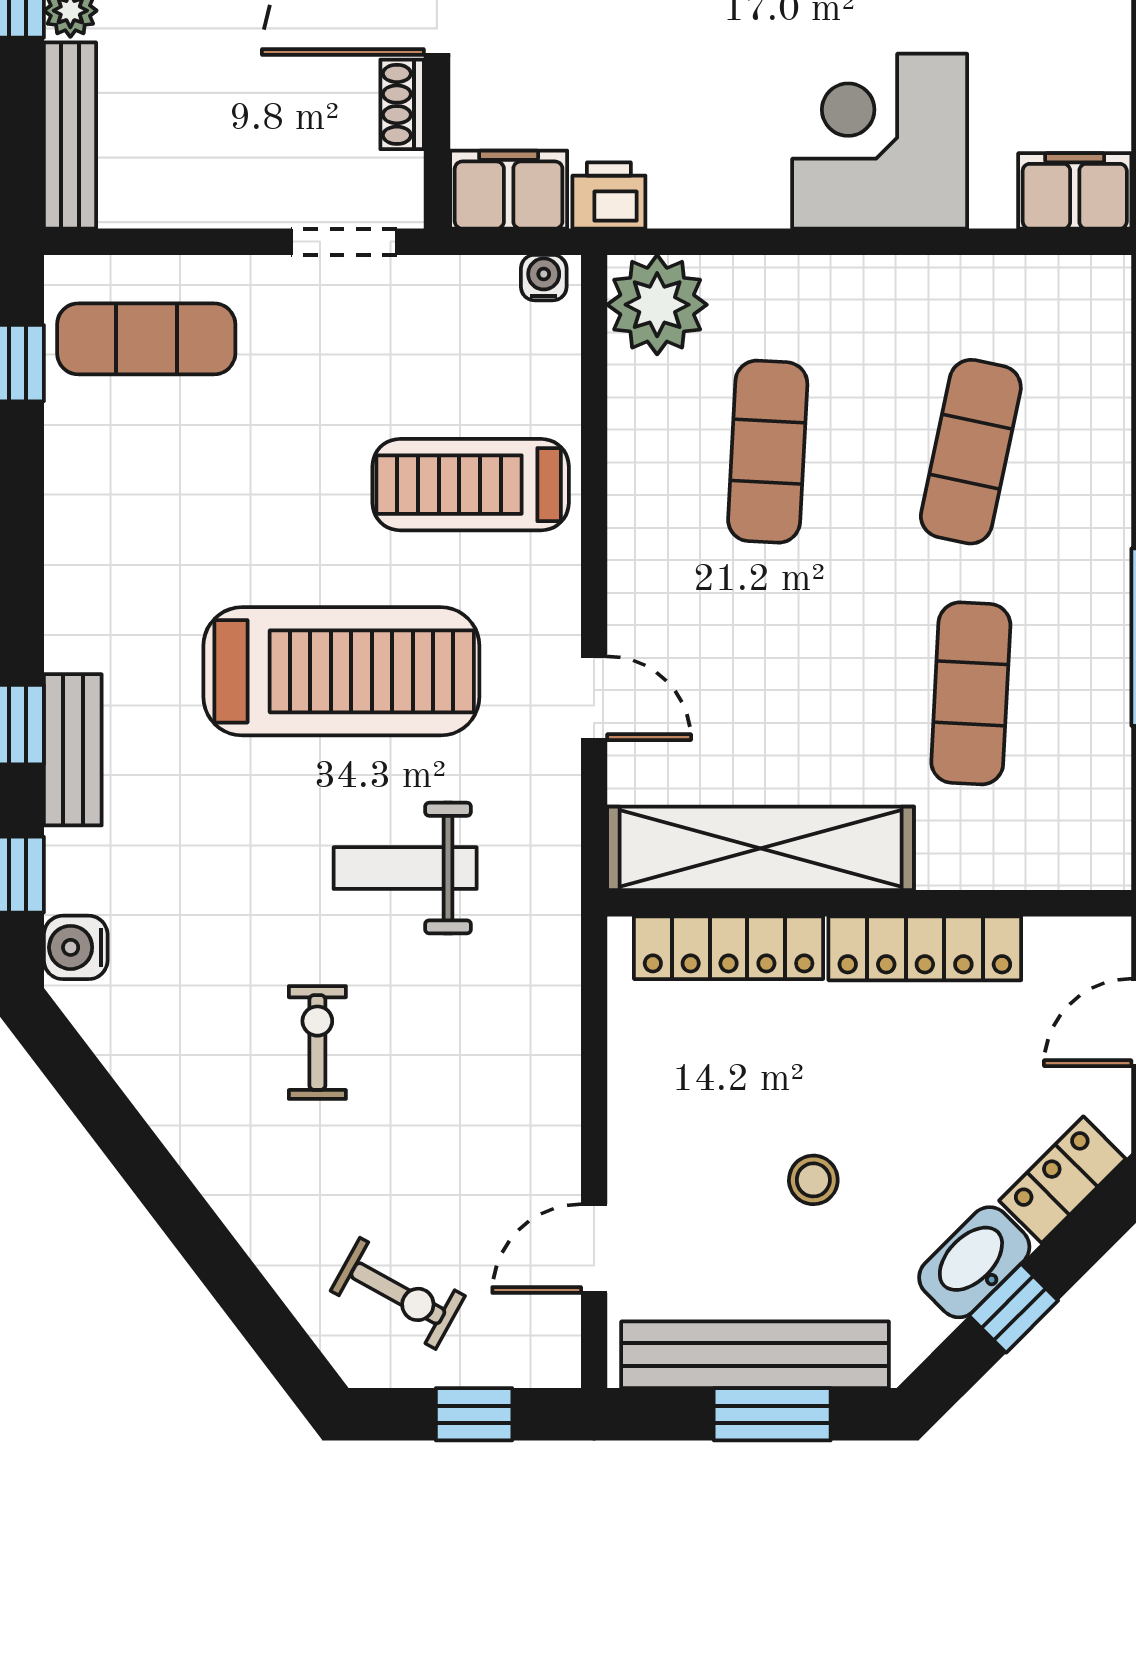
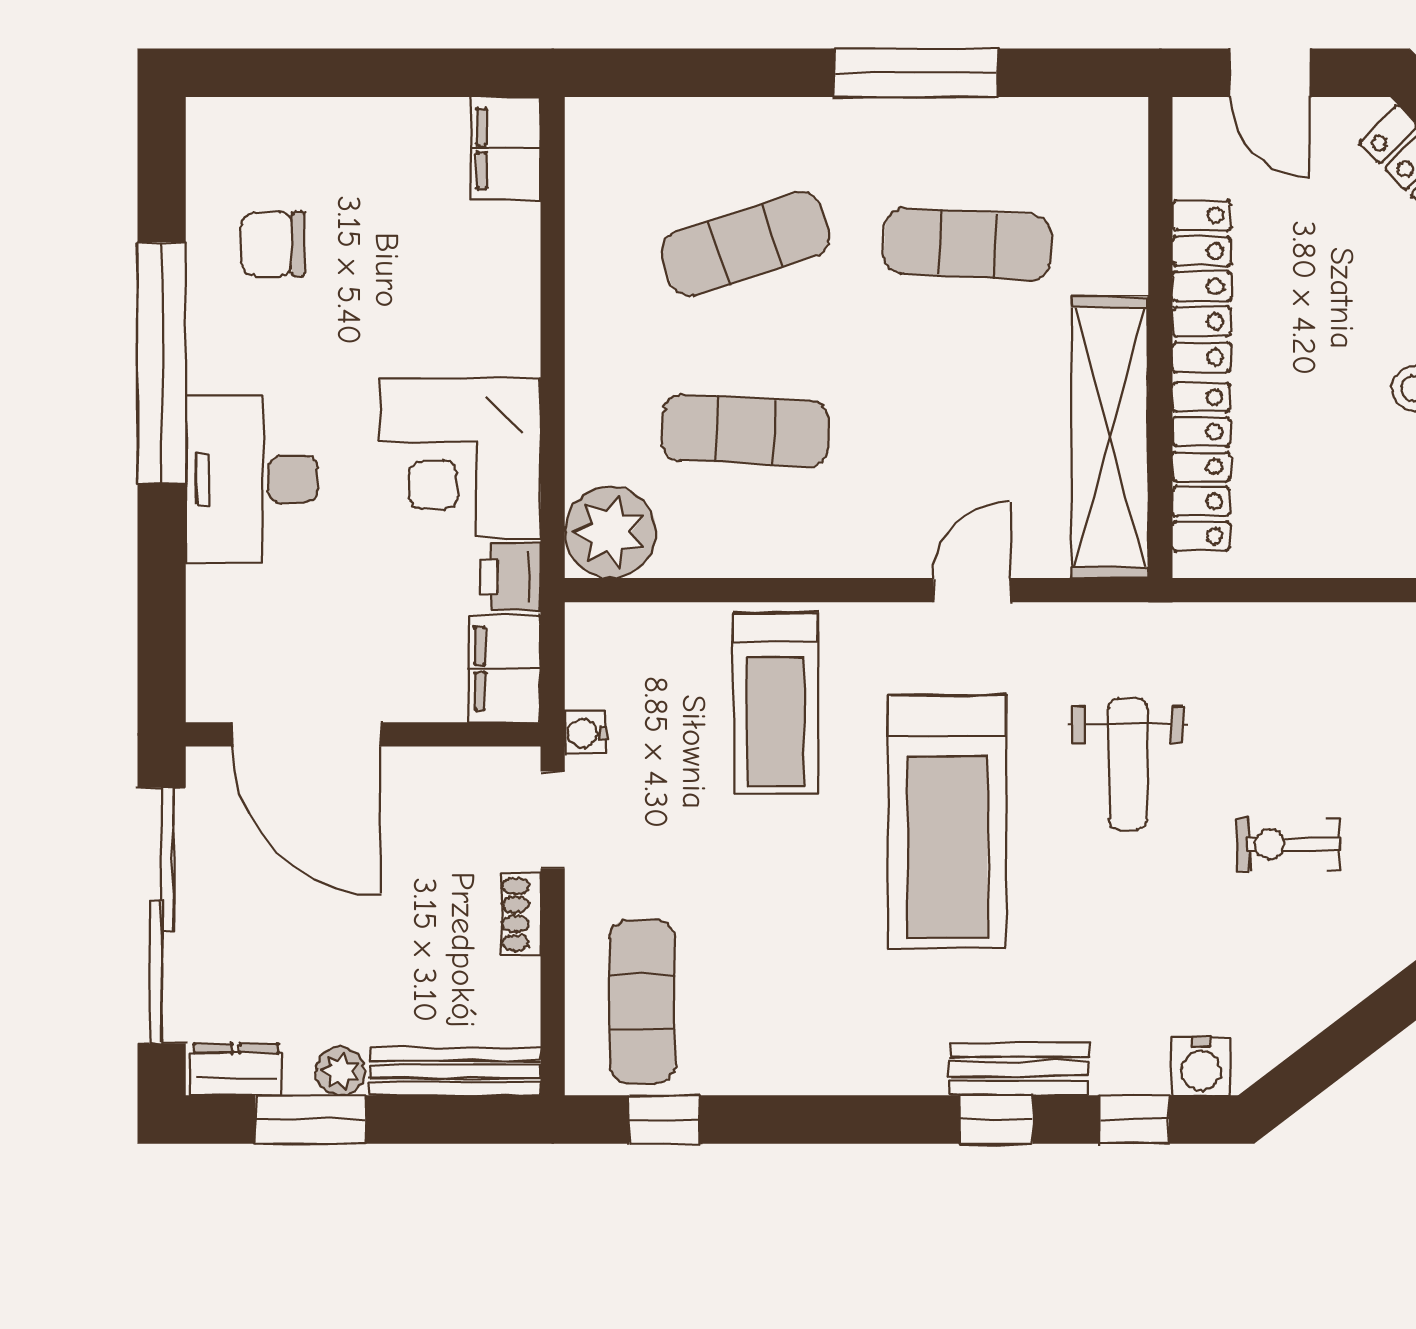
shoe rack: (402, 104) -> (521, 915), moved, turned 90
corner desk: (880, 141) -> (460, 458), moved
water cooler: (544, 278) -> (586, 733), moved
exercise mat: (971, 452) -> (746, 244), turned -30
treadmill: (341, 671) -> (947, 822), turned 180

